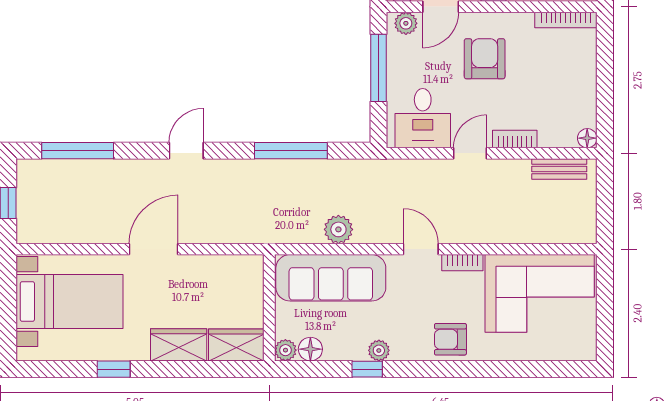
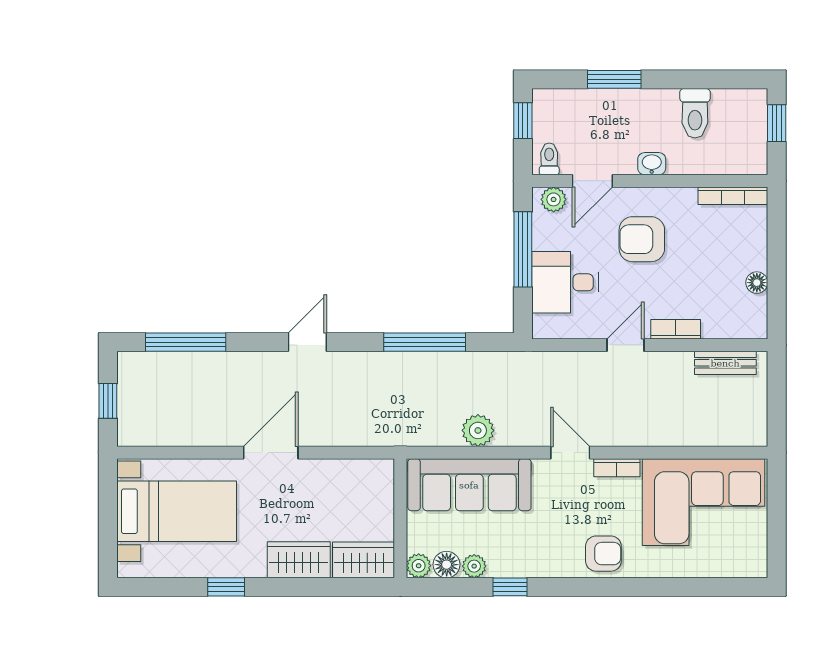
armchair: (485, 59) -> (642, 239), turned -90
desk: (423, 118) -> (565, 282), moved, turned 90
floor lamp: (587, 138) -> (757, 283), moved
armchair: (450, 339) -> (603, 554), turned 180
plant: (379, 350) -> (474, 566), moved

